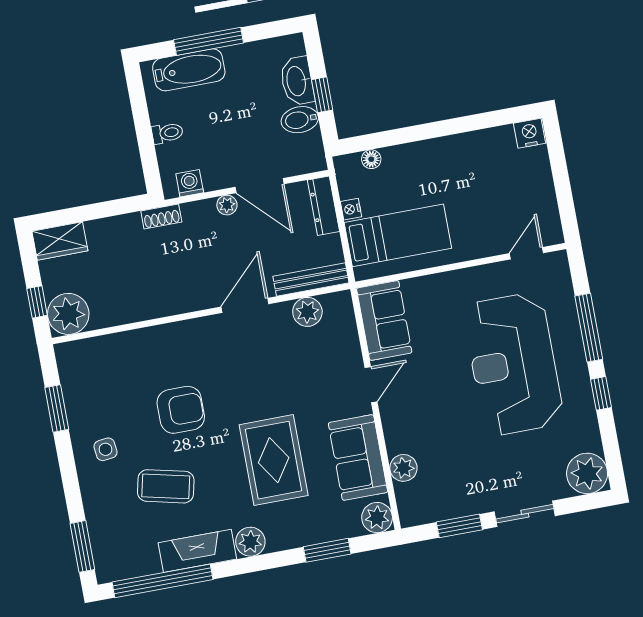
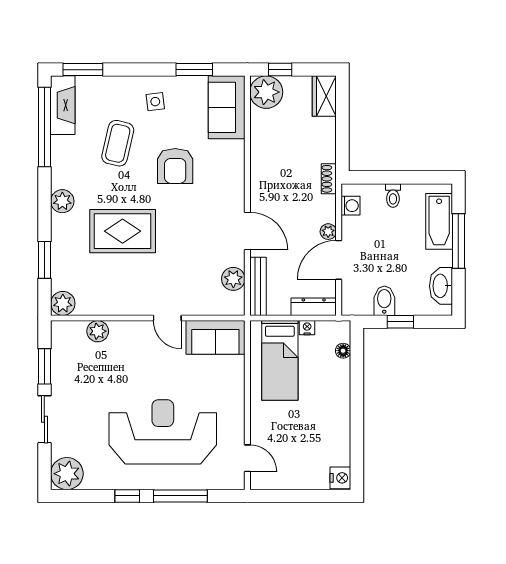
washbasin: (297, 81) -> (441, 286), moved, turned -90
sofa: (358, 457) -> (227, 107), moved, turned -90
fireplace: (197, 551) -> (63, 105), moved

